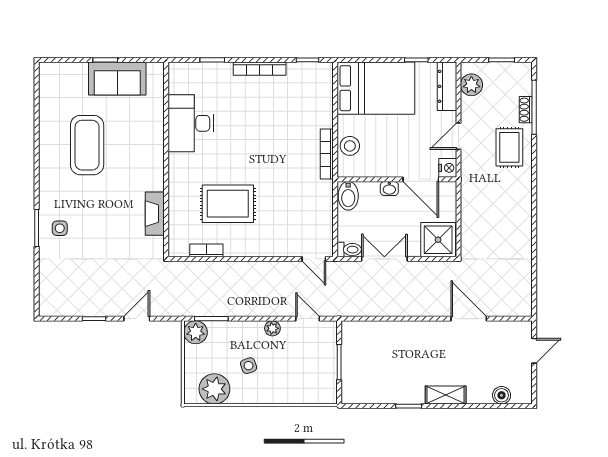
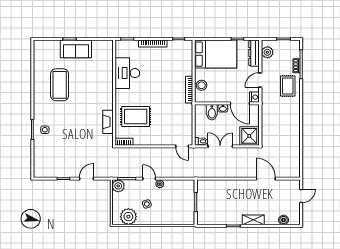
desk: (191, 123) -> (127, 73), moved
wall: (166, 159) -> (114, 93), moved
bidet: (348, 196) -> (212, 112), moved
fireplace: (155, 214) -> (108, 122), moved
door: (308, 319) -> (149, 179), moved

